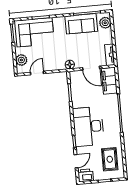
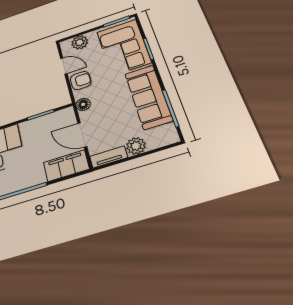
plant: (105, 23) -> (136, 146), moved
sofa: (81, 24) -> (148, 97), width x1.36
armchair: (52, 64) -> (81, 81), added
door: (91, 68) -> (82, 135), hinge flipped

